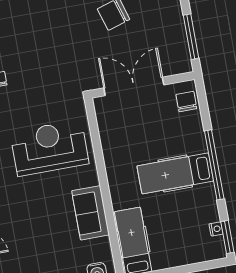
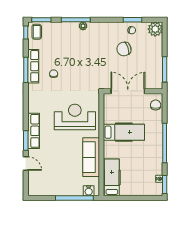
hospital bed: (175, 173) -> (124, 132), moved, turned 180
sofa: (91, 213) -> (91, 157), width x1.36

